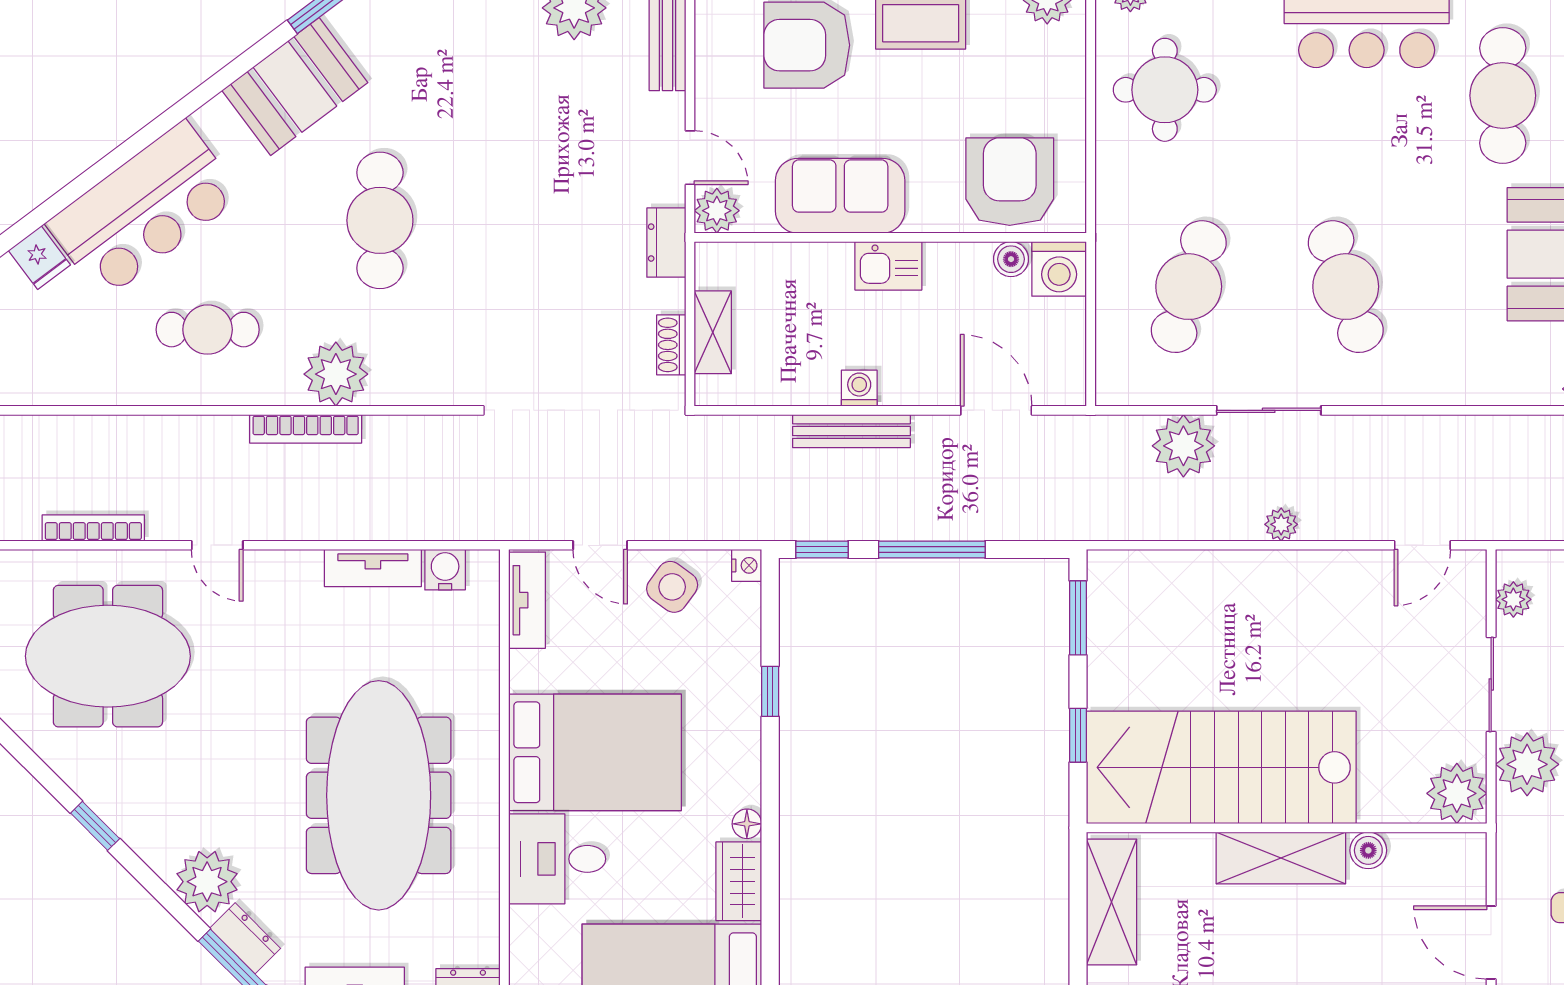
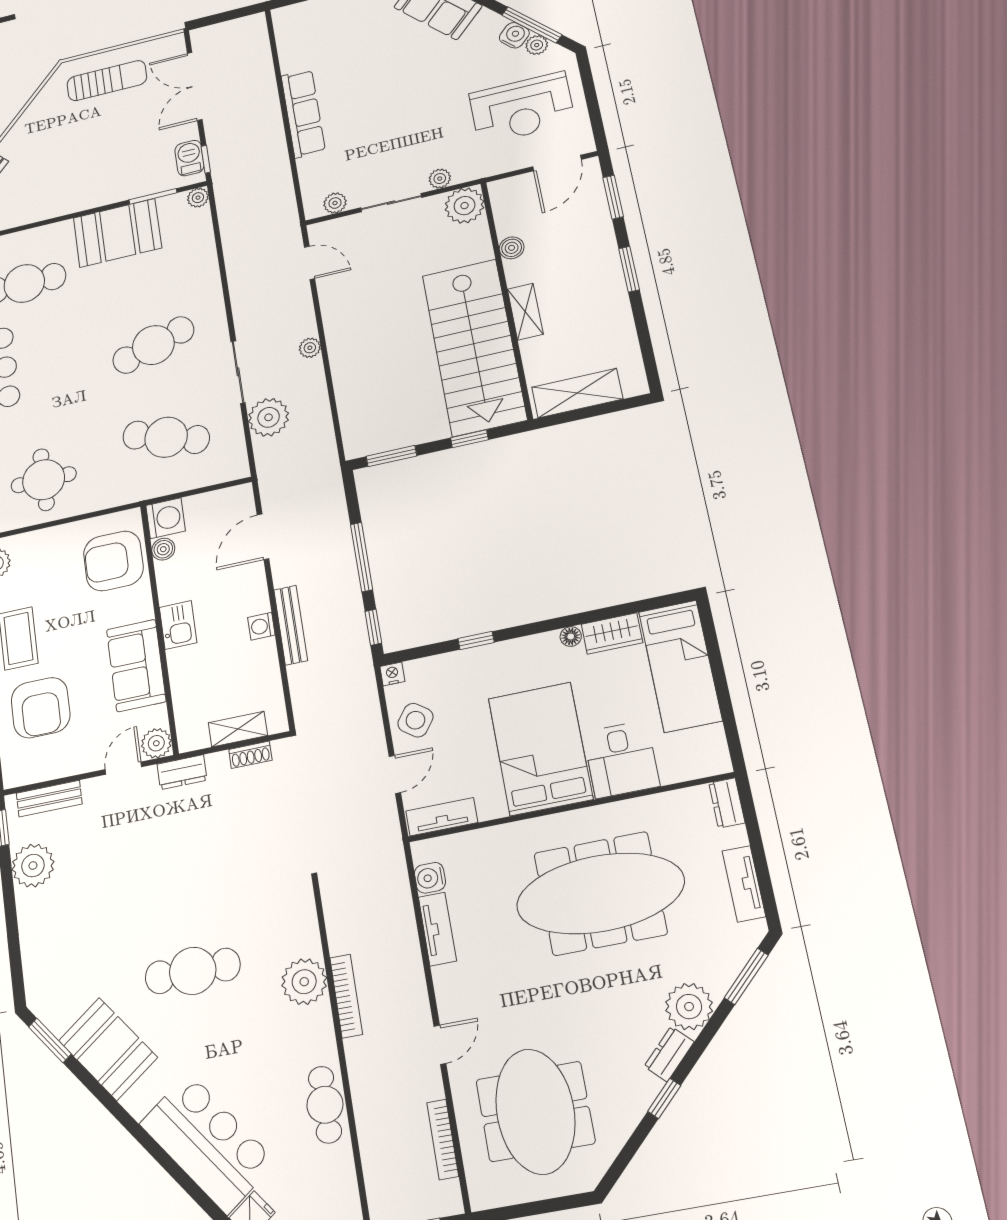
cafe table: (208, 330) -> (325, 1105), moved
plant: (1527, 764) -> (440, 179), width x0.53, depth x0.53
shelving: (1281, 858) -> (525, 312), width x0.67, depth x0.75
dresser: (245, 938) -> (669, 1054), moved

